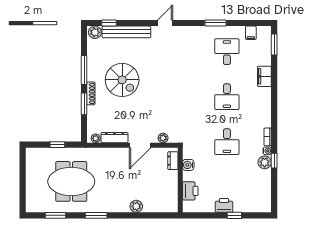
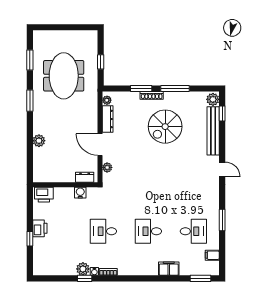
printer: (190, 191) -> (44, 195), moved

